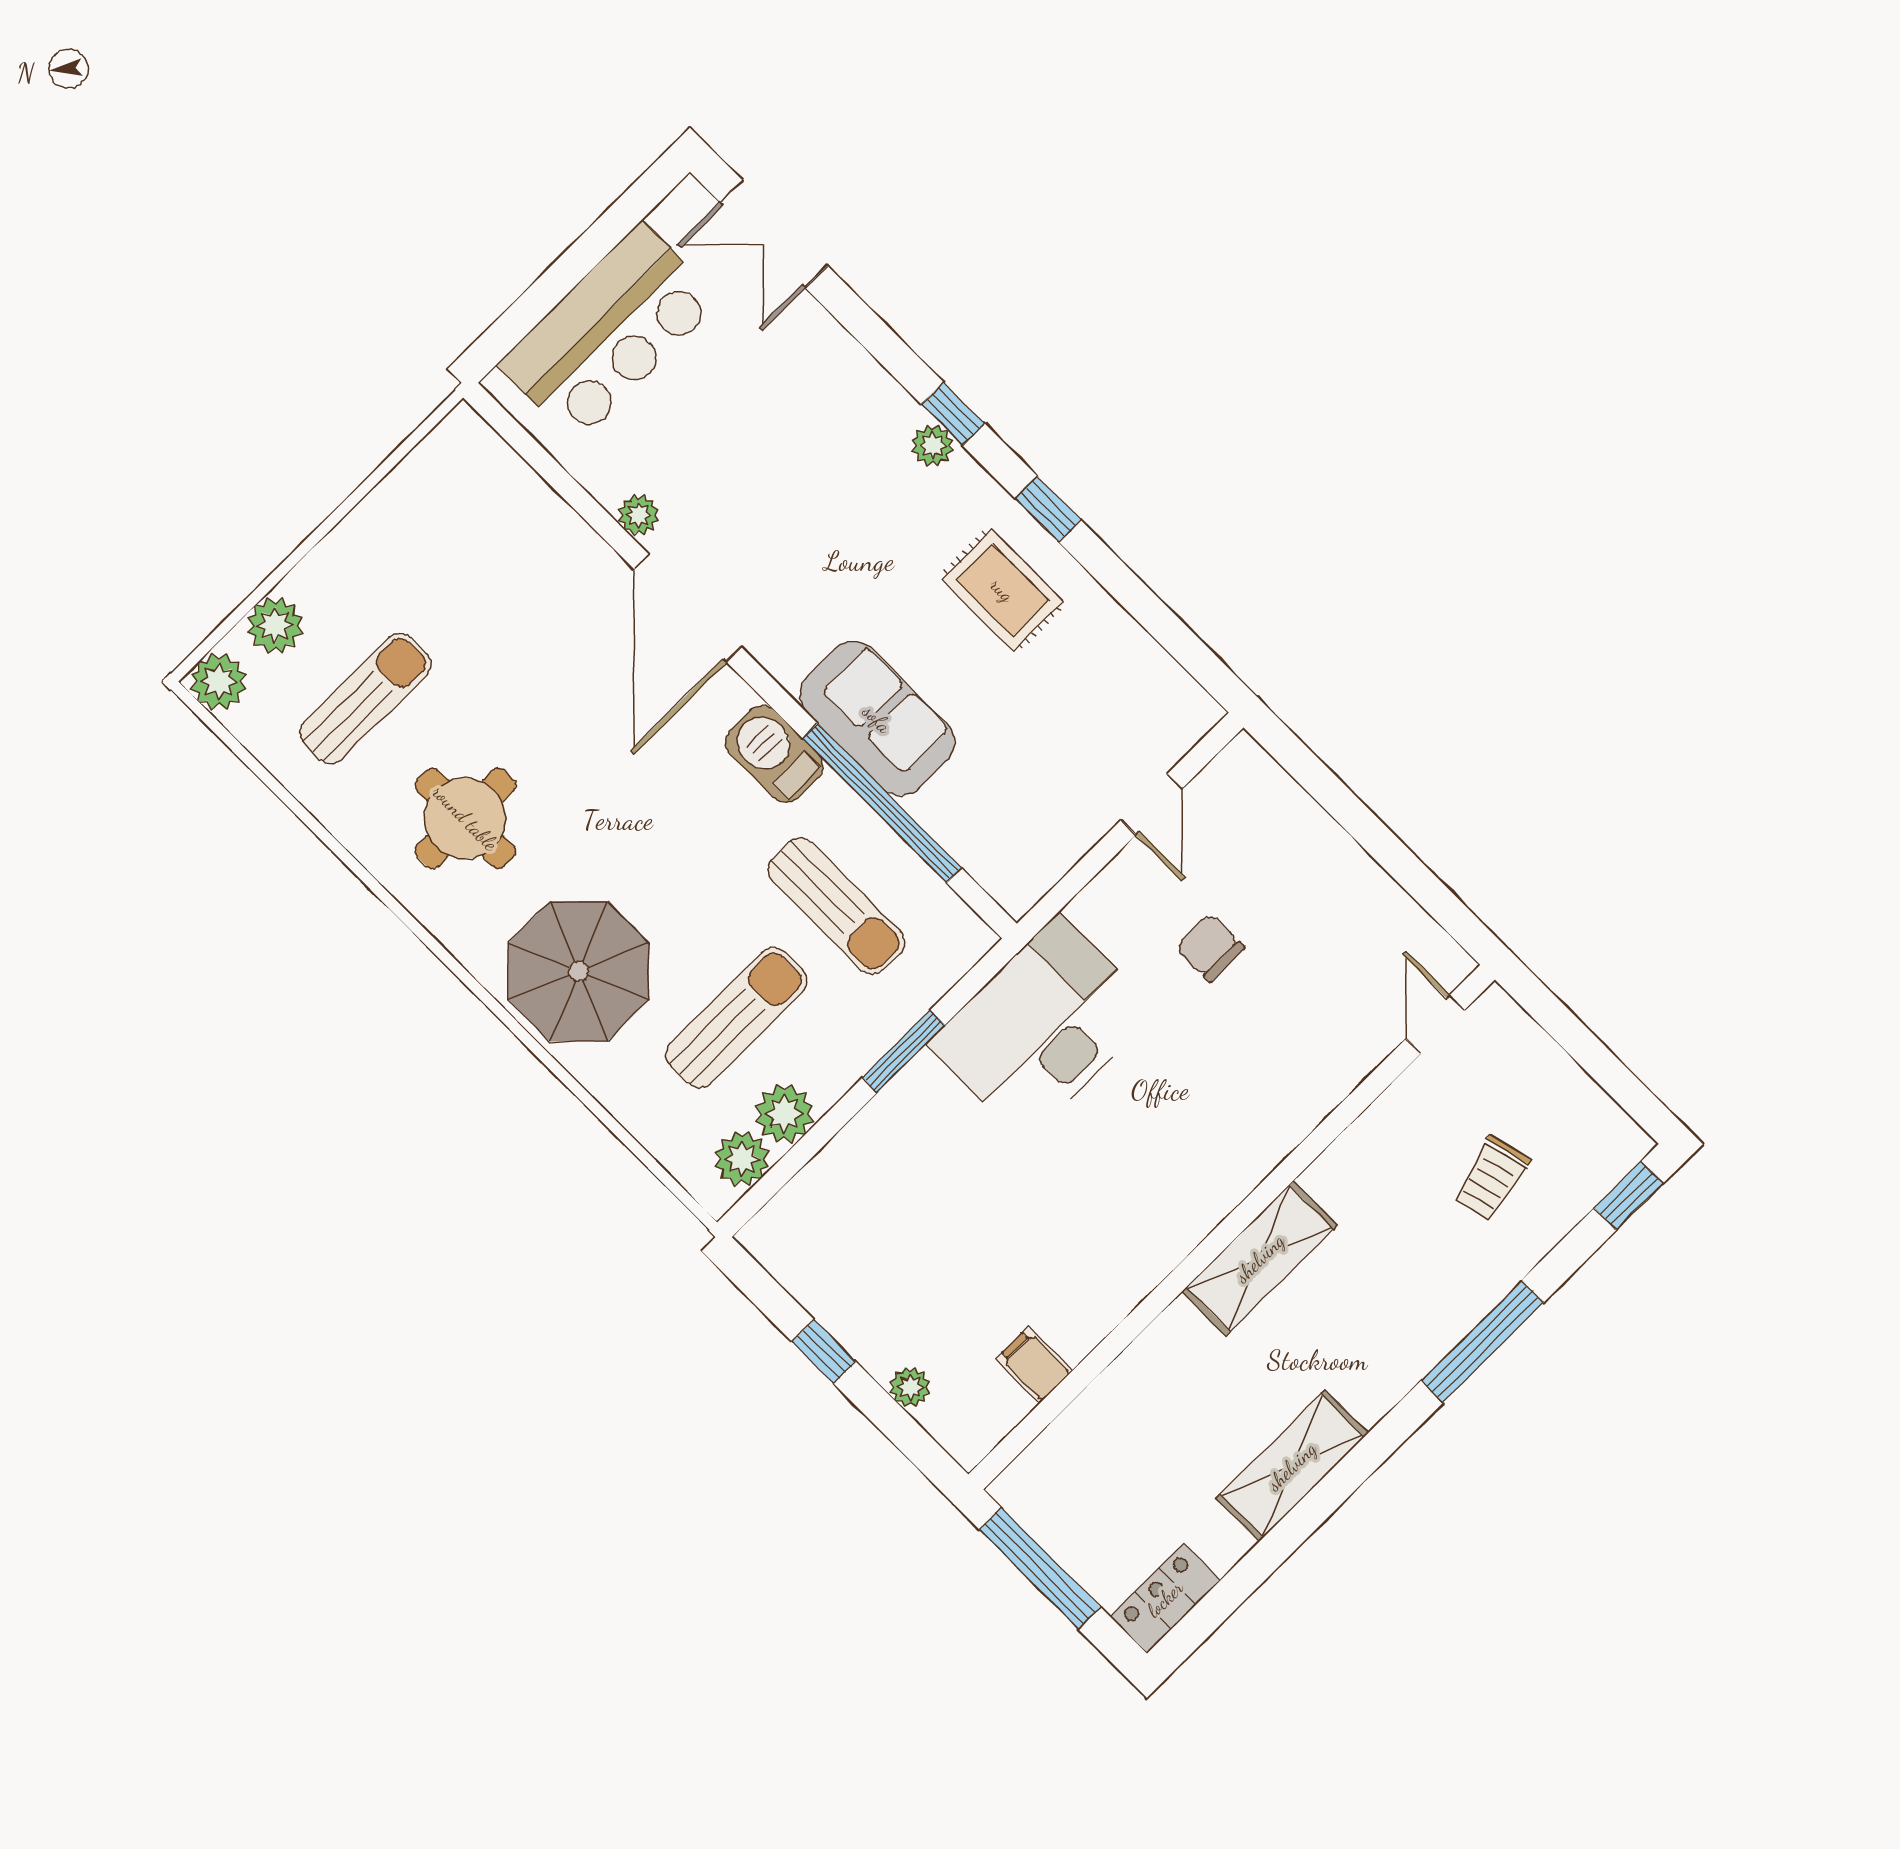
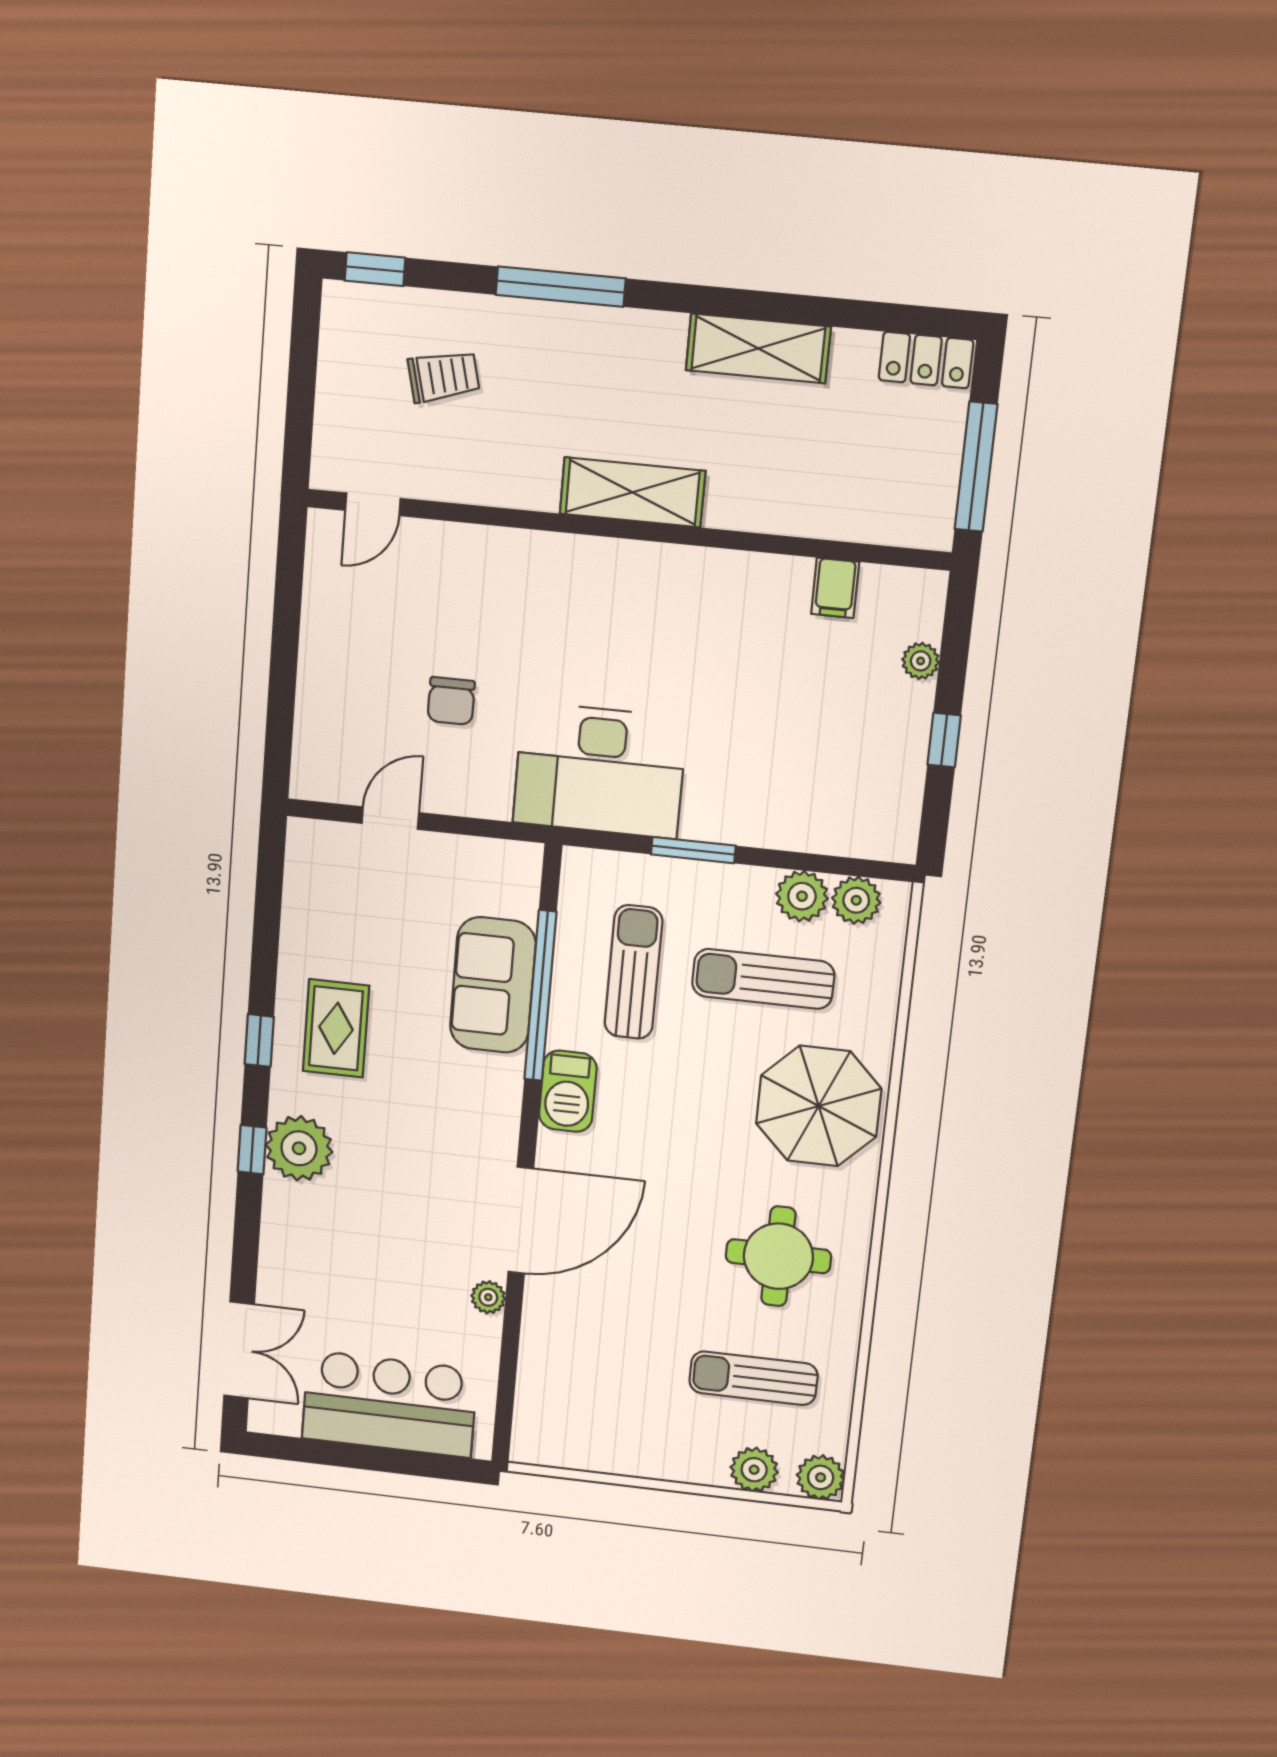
plant: (933, 446) -> (299, 1148), width x1.87, depth x1.87
sofa: (877, 719) -> (493, 985), moved

